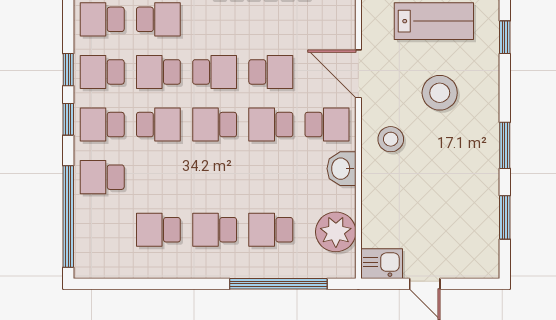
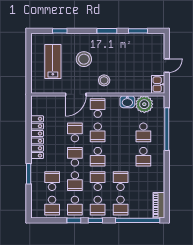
washbasin: (341, 169) -> (127, 102), moved
school desk: (158, 230) -> (121, 181), moved, turned 180
piano: (103, 265) -> (159, 205), added

